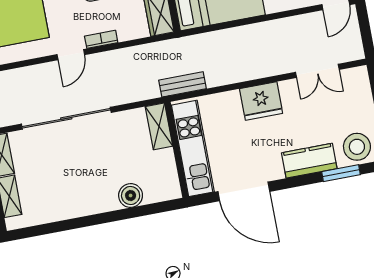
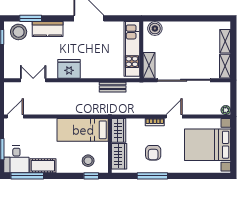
shelving: (159, 126) -> (149, 65), moved
kitchen unit: (193, 148) -> (132, 49), moved
wall: (177, 150) -> (141, 50), moved

